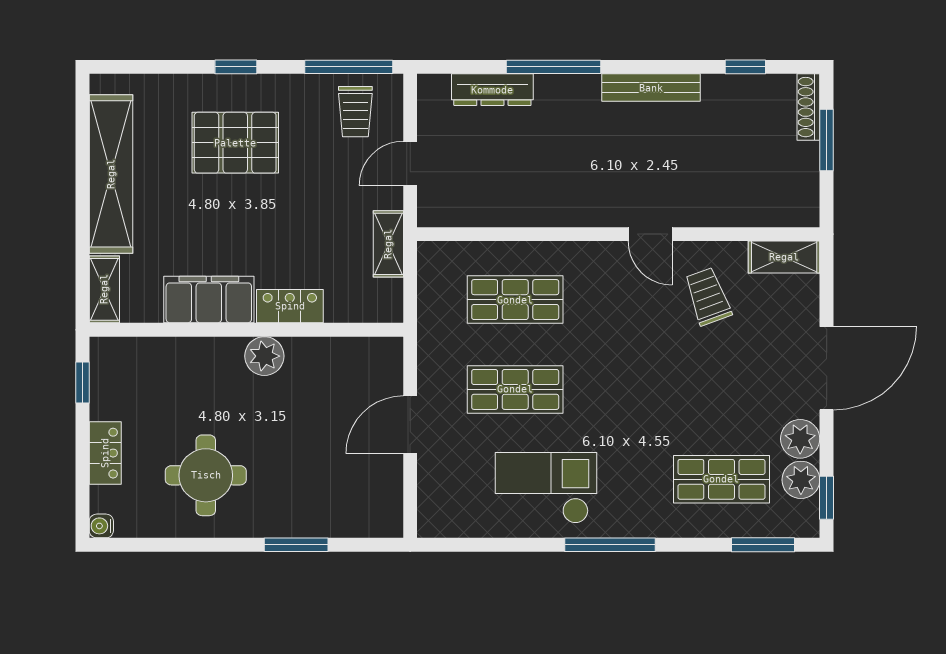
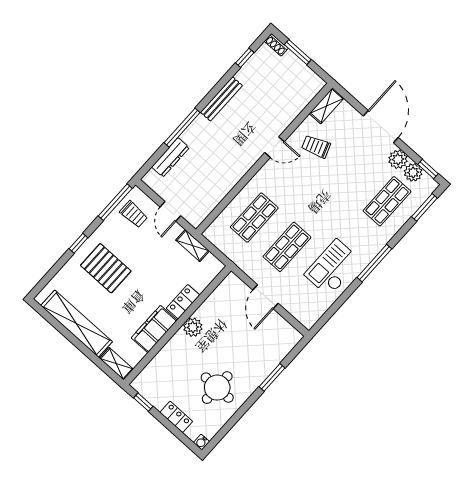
shoe rack: (808, 107) -> (276, 45), width x0.70
pallet: (235, 143) -> (106, 268), turned 90

